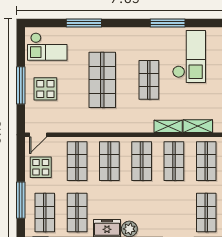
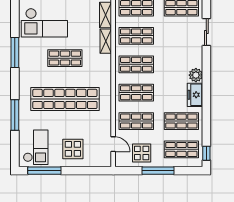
window: (168, 23) -> (15, 53), moved
checkout: (189, 57) -> (44, 23), turned 180
shop shelf: (102, 80) -> (65, 99), width x1.40
window: (21, 85) -> (44, 171), moved
door: (38, 135) -> (113, 144), moved
window: (21, 200) -> (158, 171), moved

